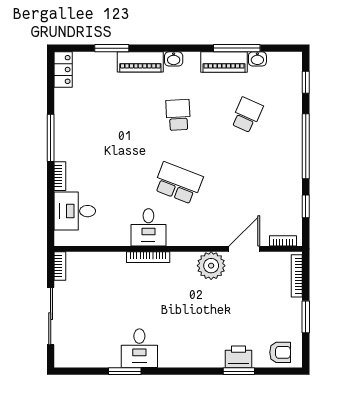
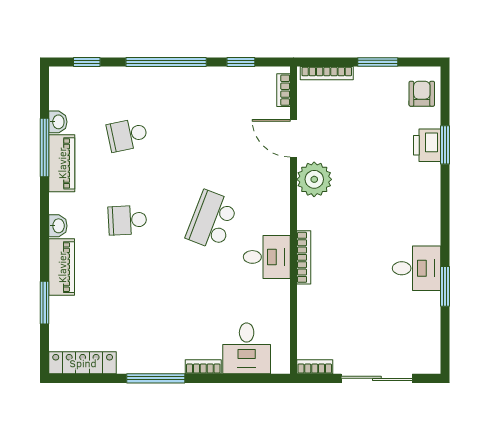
locker: (63, 69) -> (83, 363), width x1.53
school desk: (247, 115) -> (127, 135), turned -36

